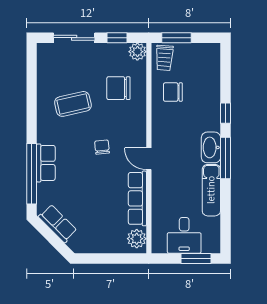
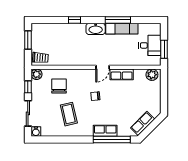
window: (176, 38) -> (28, 40), moved
water cooler: (45, 51) -> (36, 132), added
chair: (118, 88) -> (59, 86), turned 180
chair: (173, 92) -> (61, 52), removed
window: (225, 158) -> (118, 20), moved
row of seats: (137, 198) -> (122, 74), width x0.68
window: (196, 258) -> (164, 49), moved

